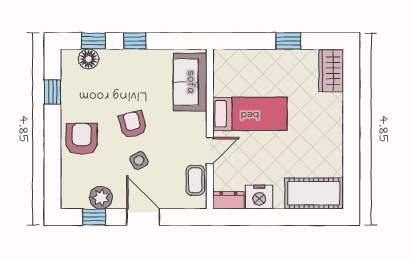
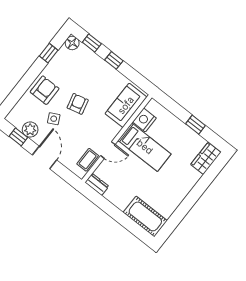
floor lamp: (89, 59) -> (72, 43), moved
side table: (139, 160) -> (54, 119), moved
nightstand: (259, 197) -> (144, 120), moved, turned 90

